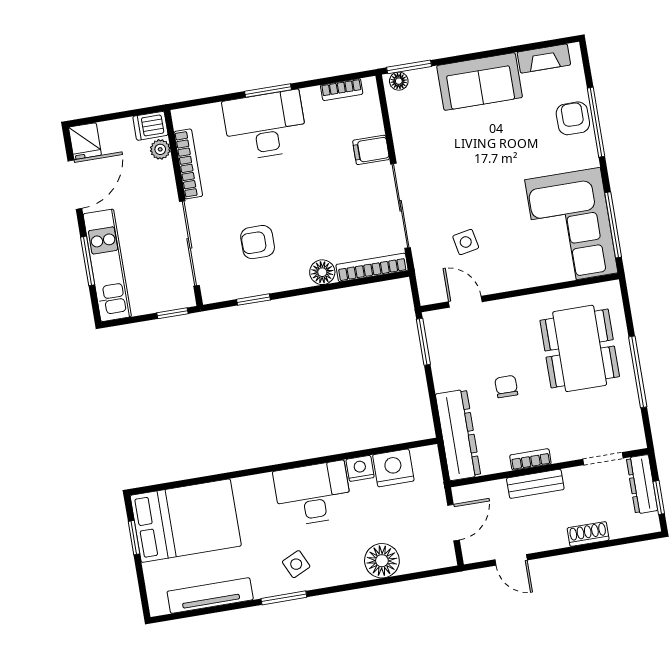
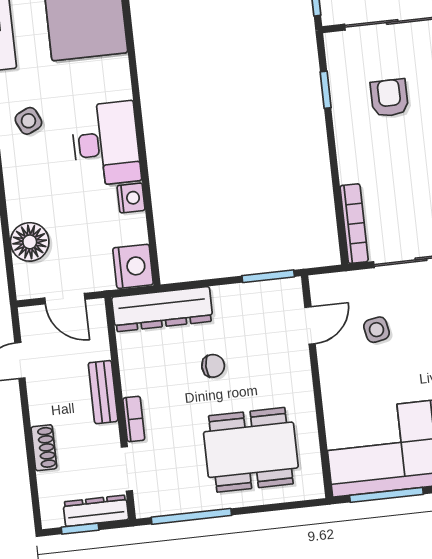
floor lamp: (322, 272) -> (352, 168), removed
window: (638, 372) -> (191, 516), moved
bookcase: (530, 459) -> (134, 419), moved
nightstand: (393, 468) -> (133, 266), moved
floor lamp: (382, 561) -> (30, 242), moved

